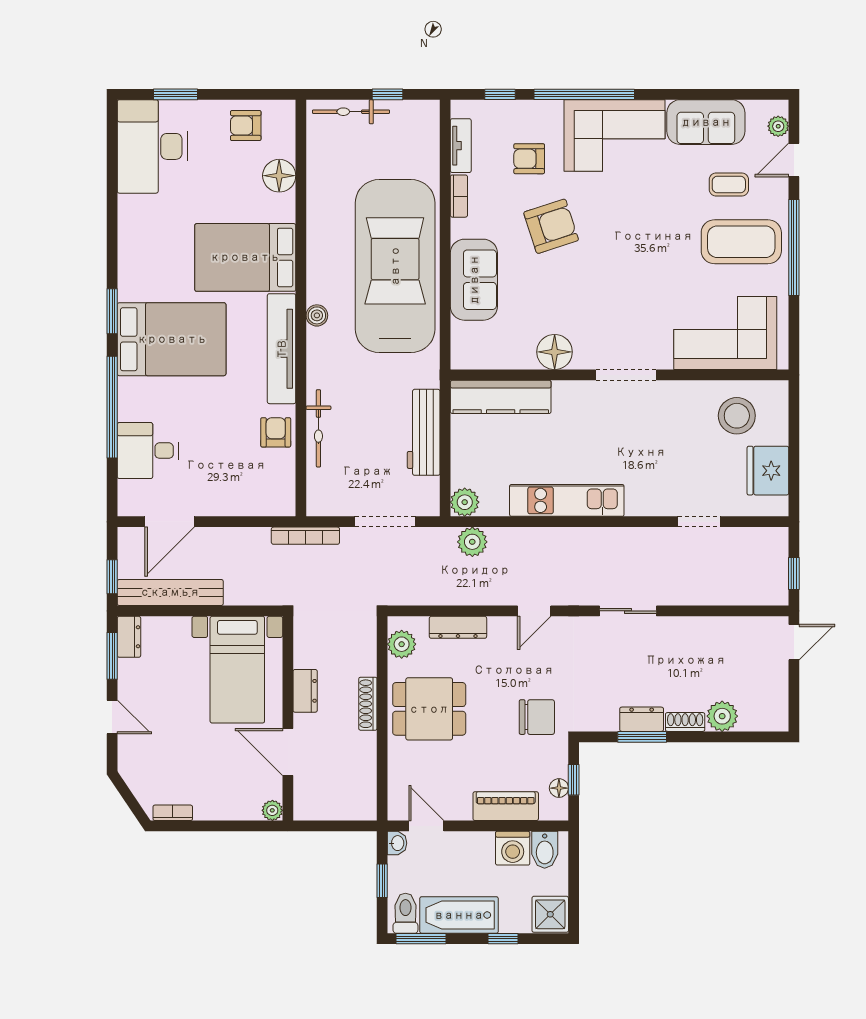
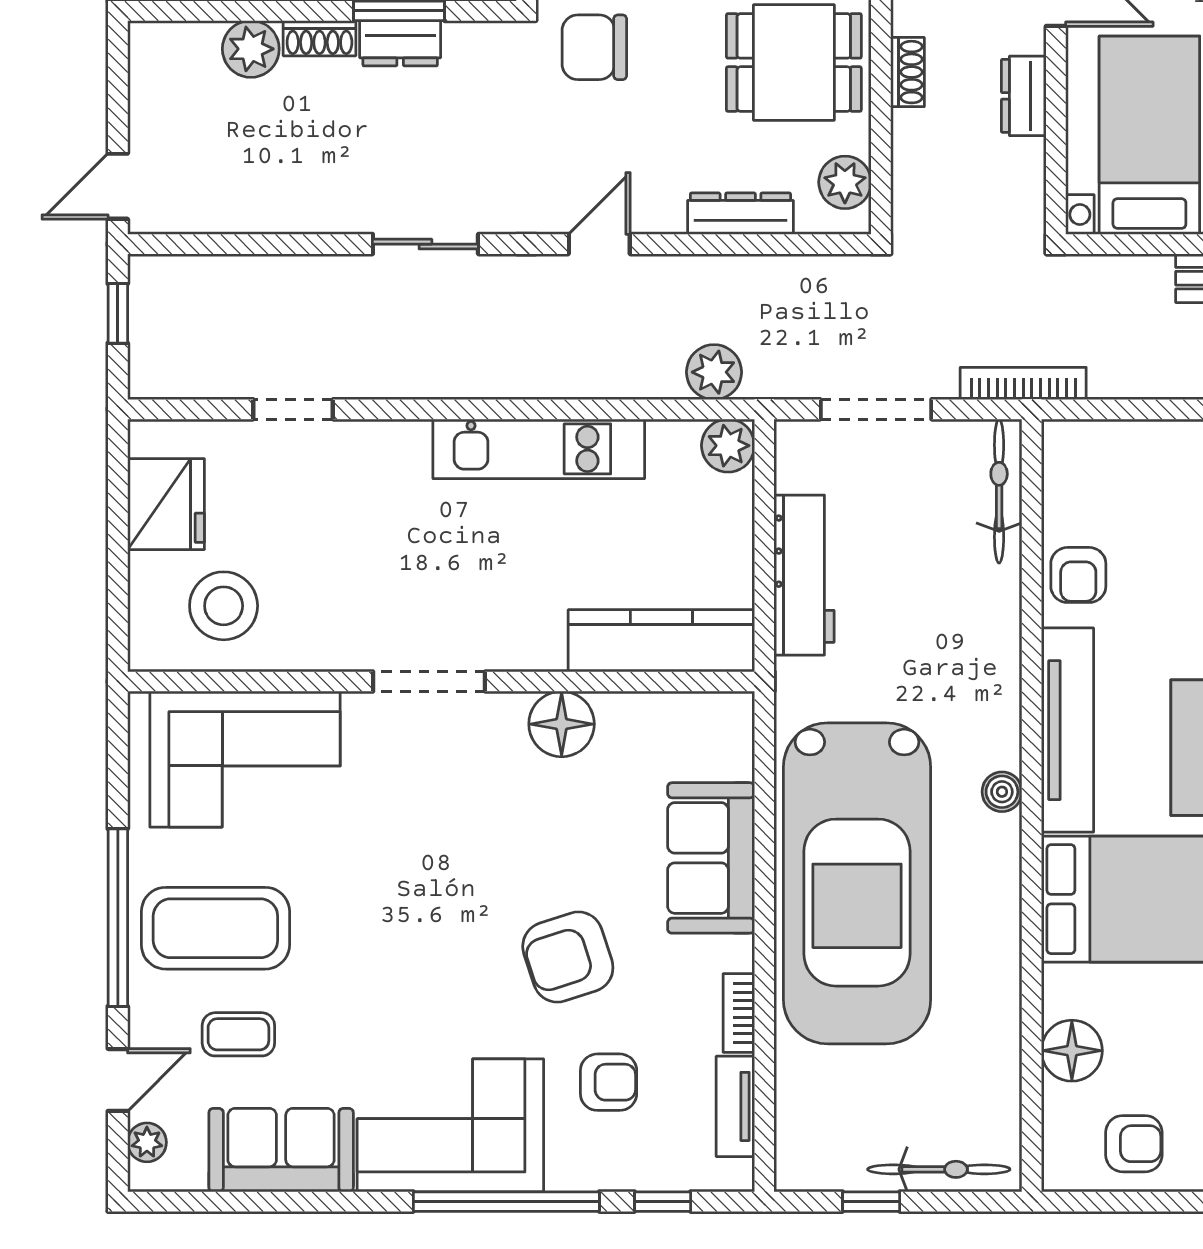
bicycle: (318, 428) -> (999, 491), moved
shoe rack: (368, 704) -> (907, 72), width x0.70

